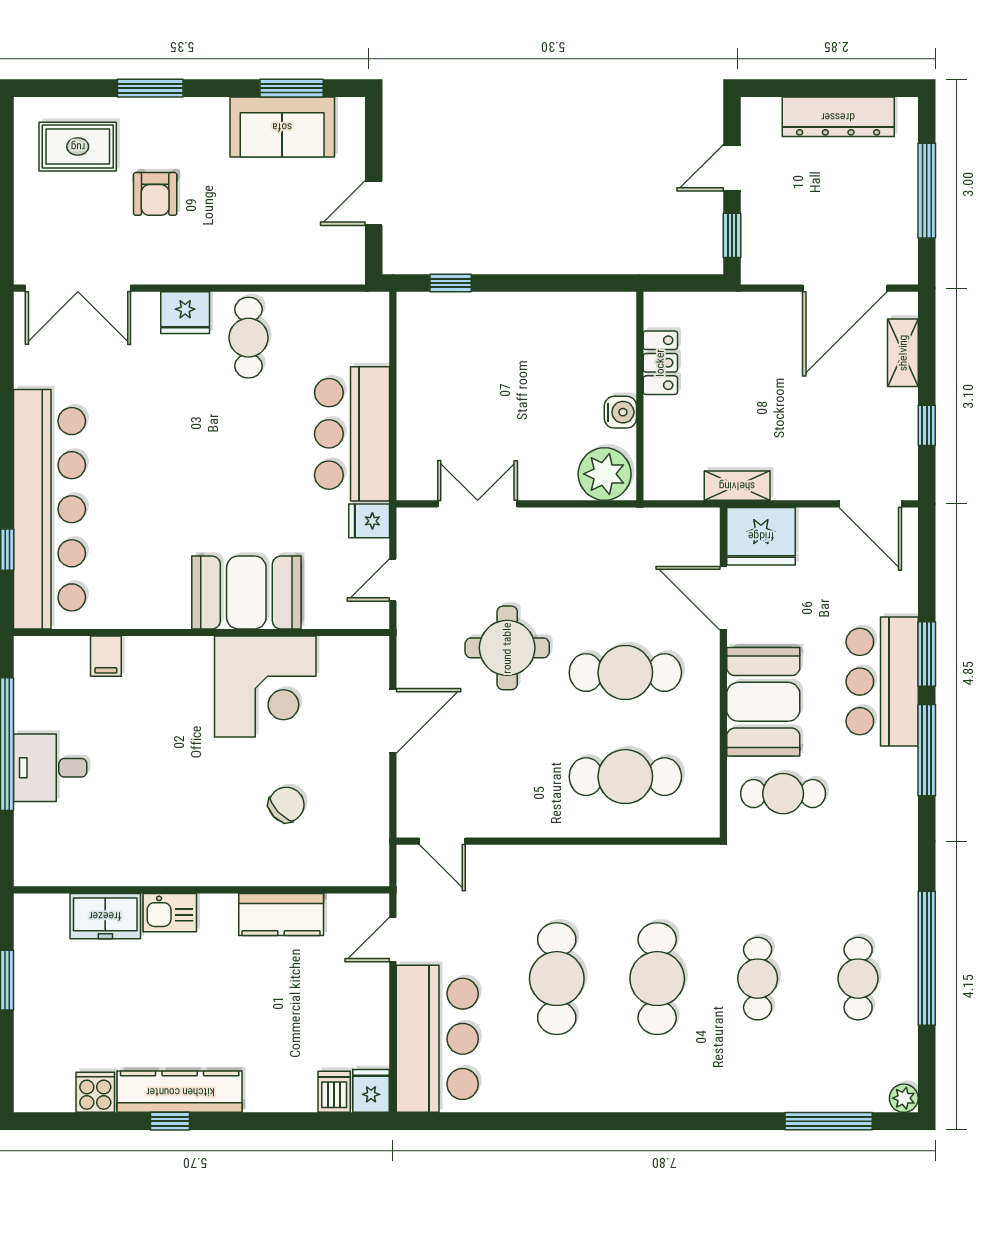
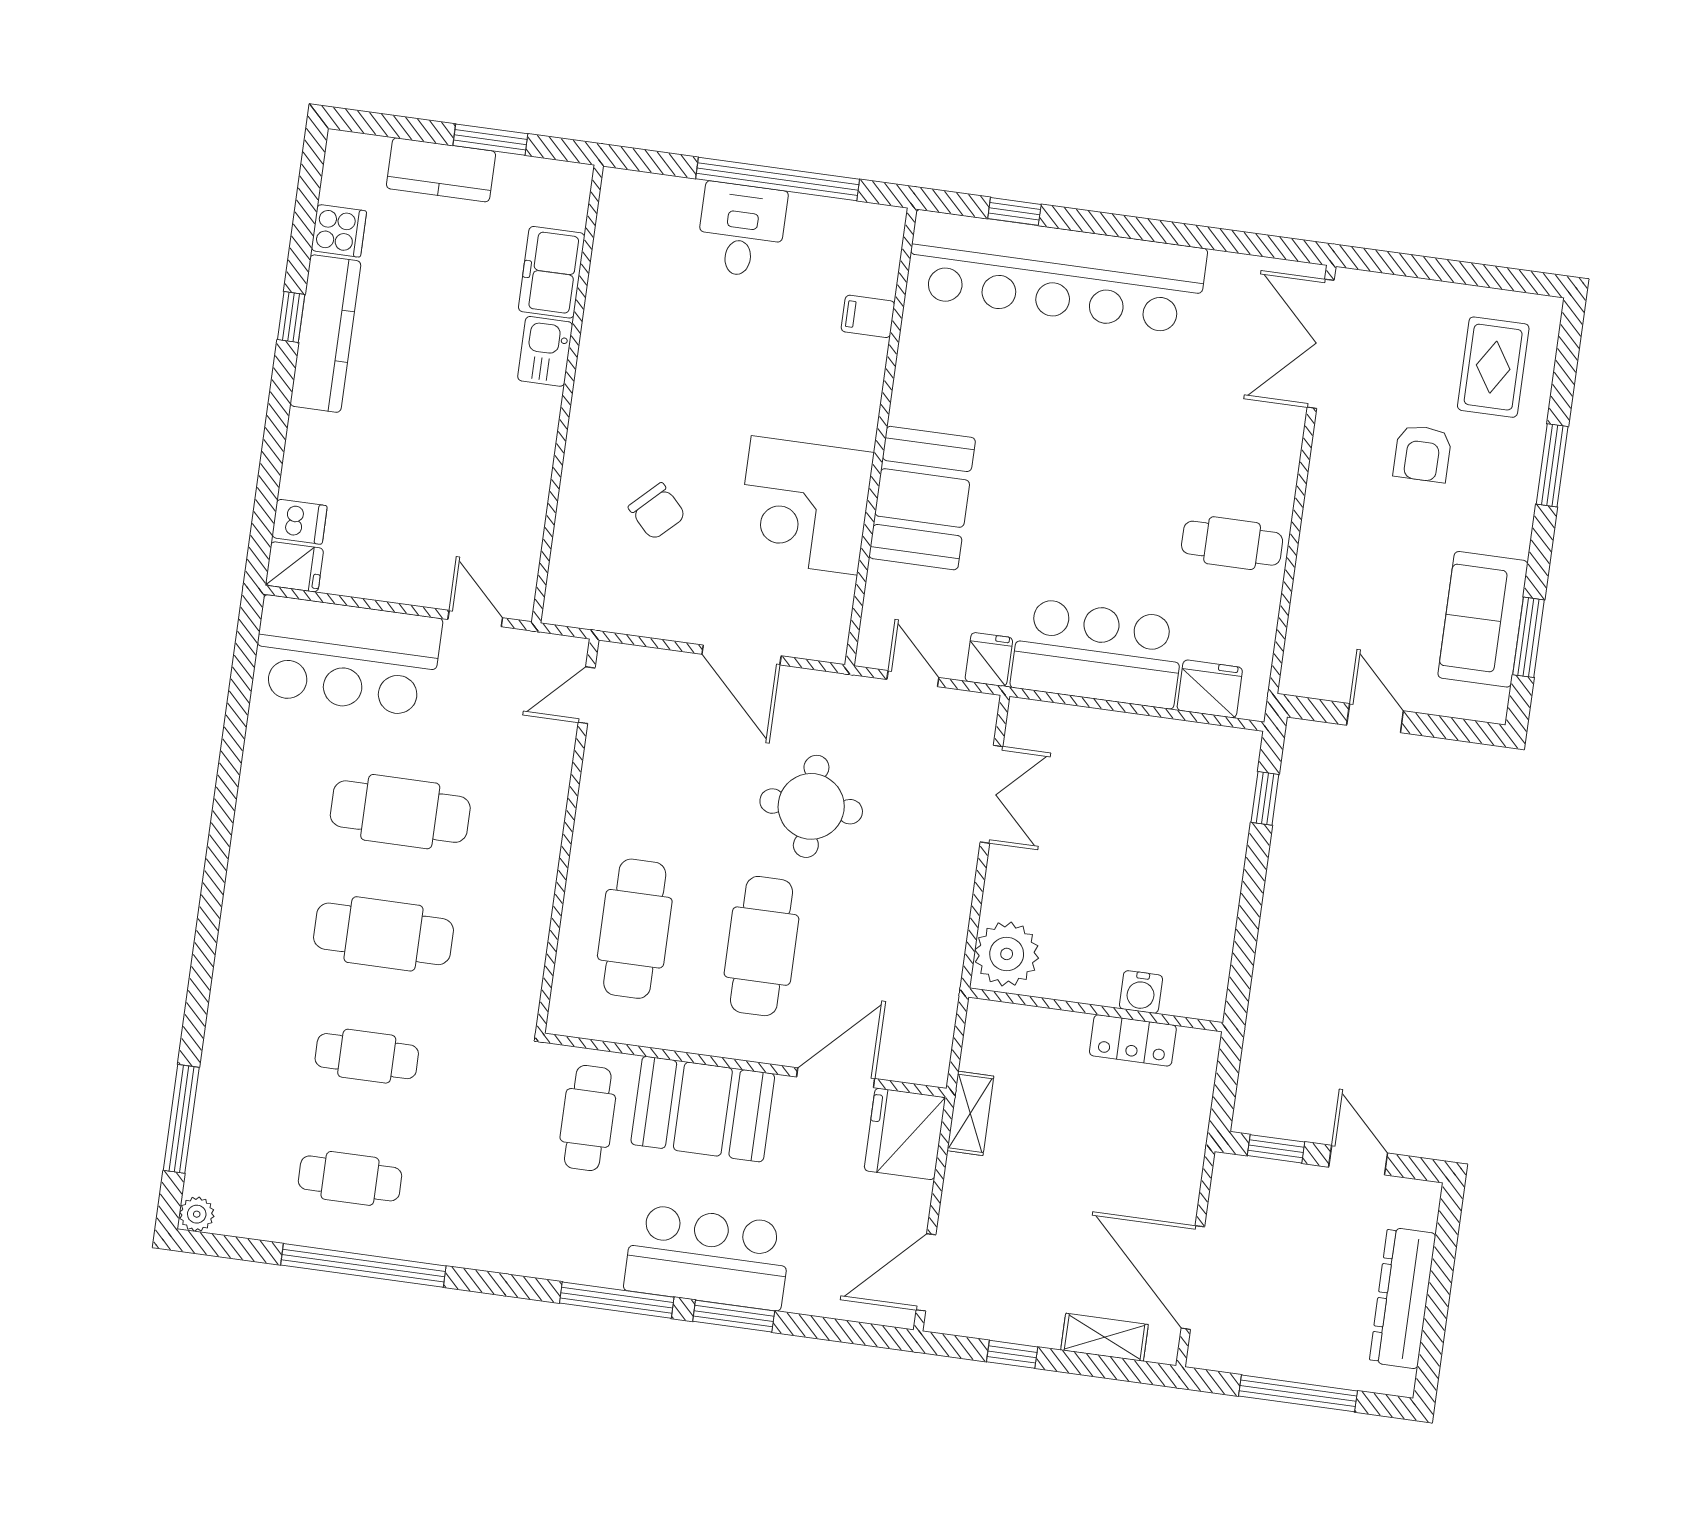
armchair: (155, 194) -> (1423, 453), turned -90
fridge: (185, 313) -> (1210, 689), moved, turned 90
water cooler: (620, 412) -> (1141, 992), moved
kitchen counter: (281, 914) -> (441, 170), moved, turned -90

